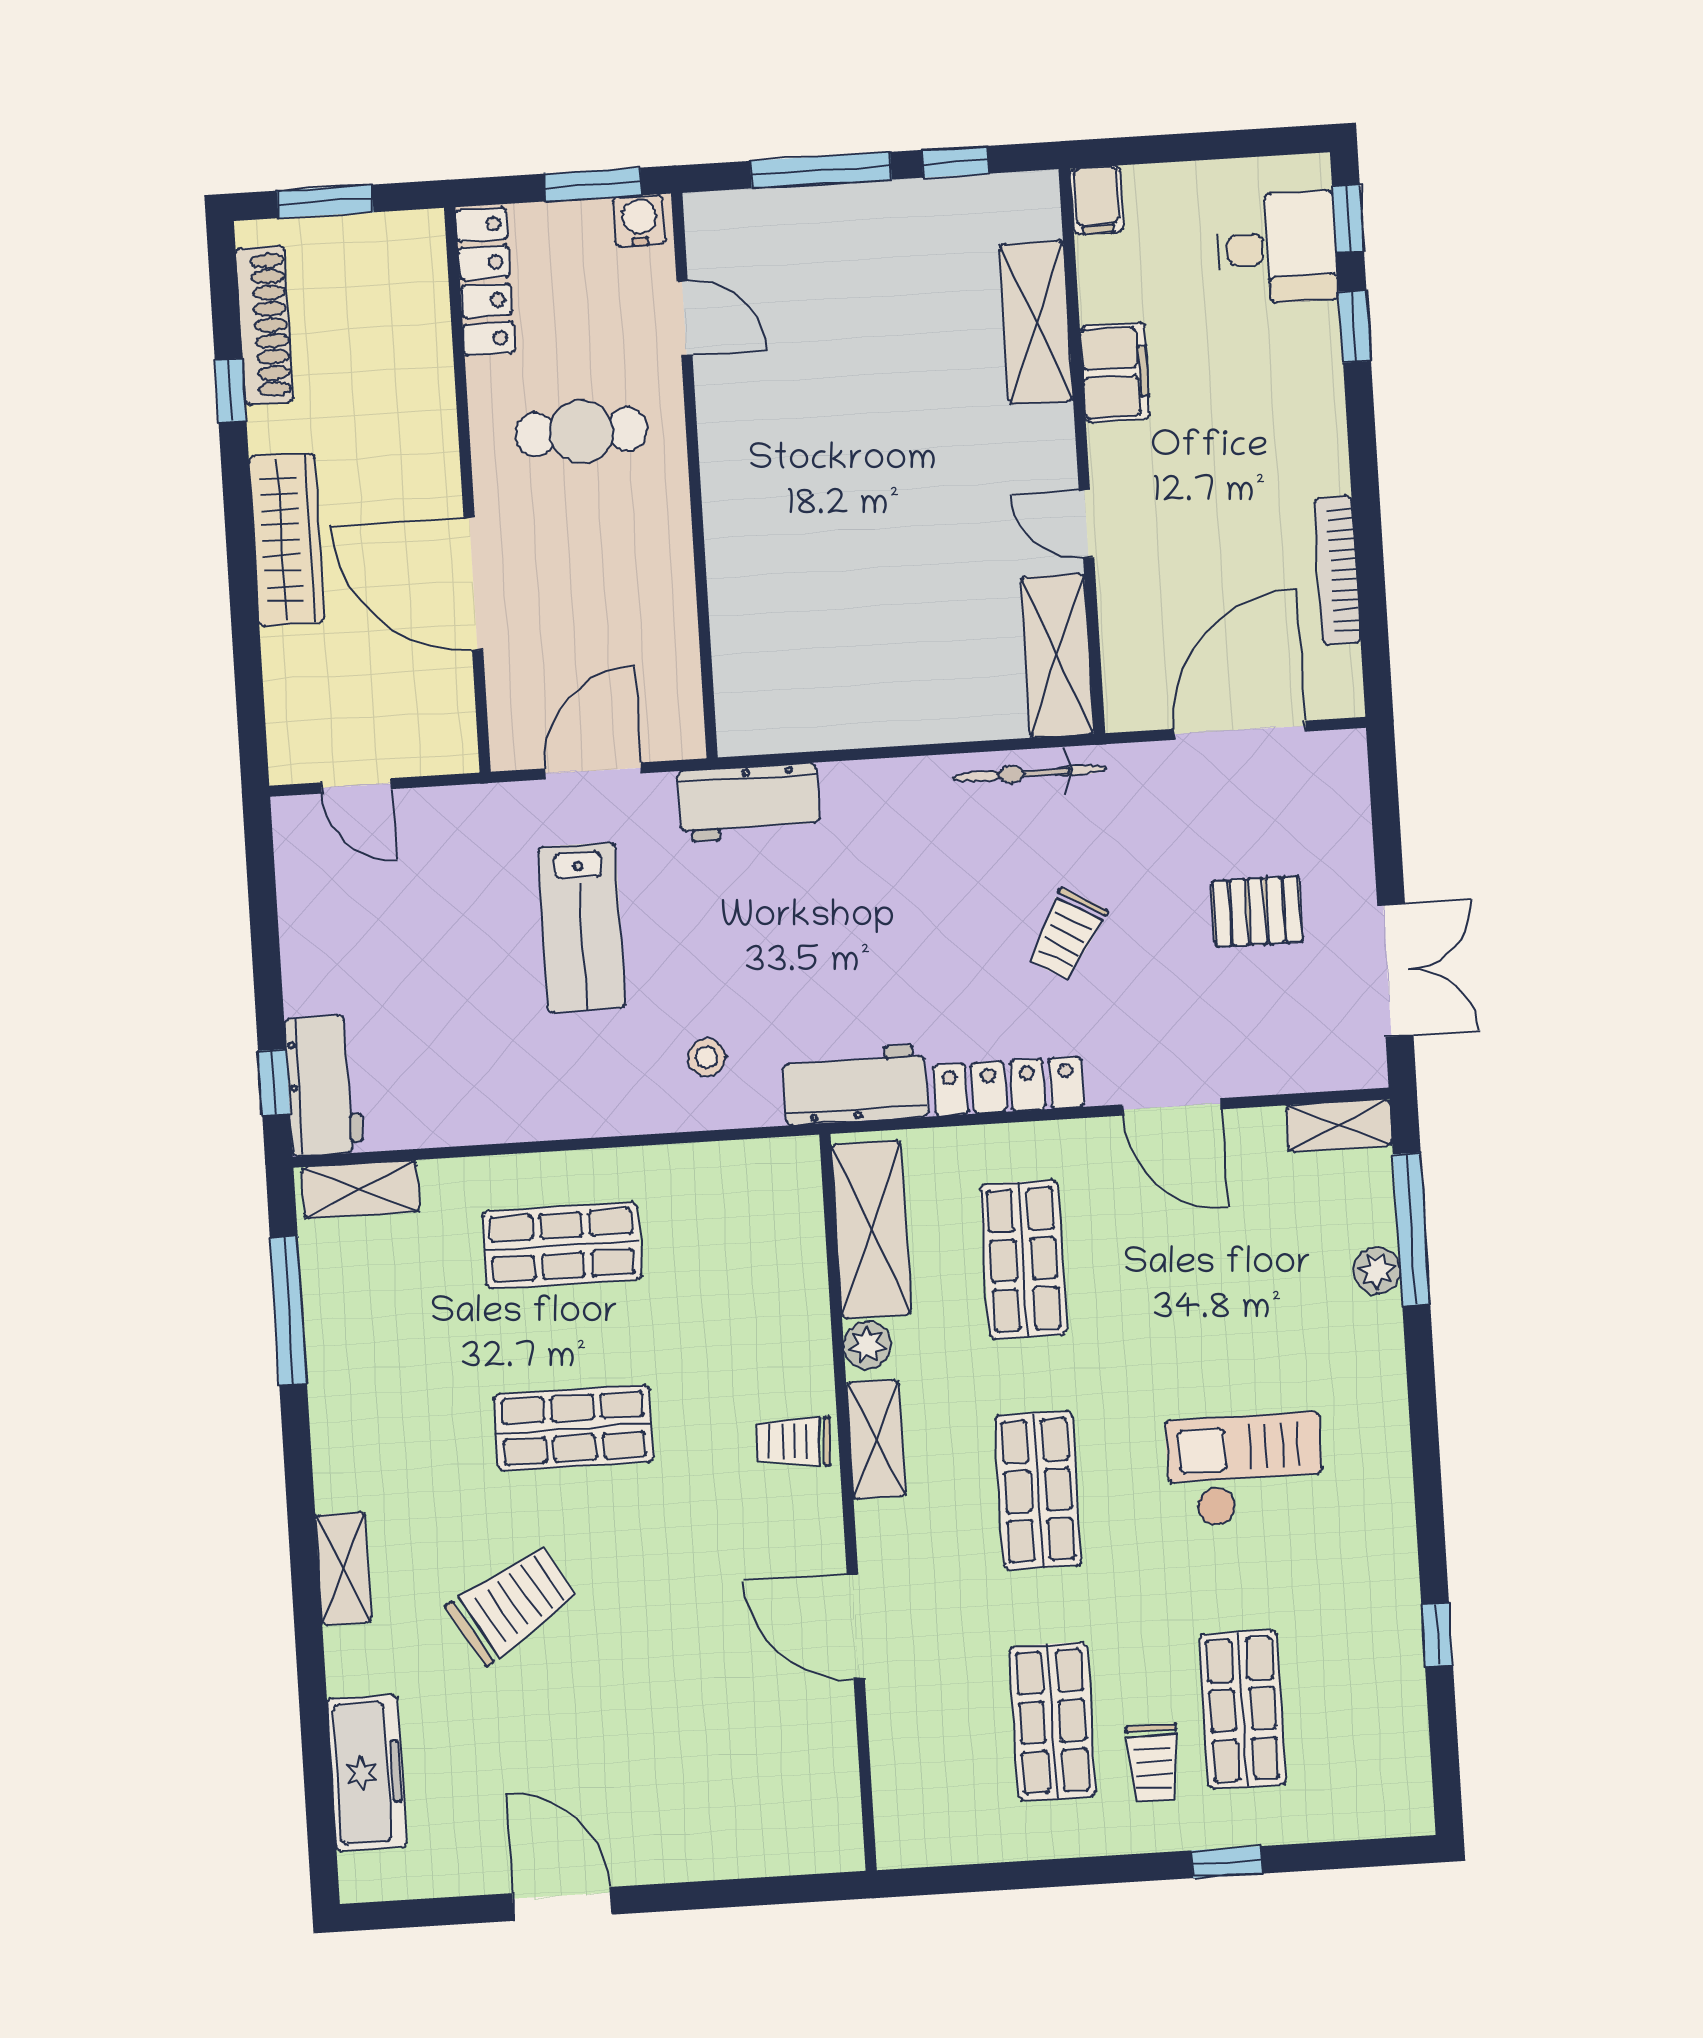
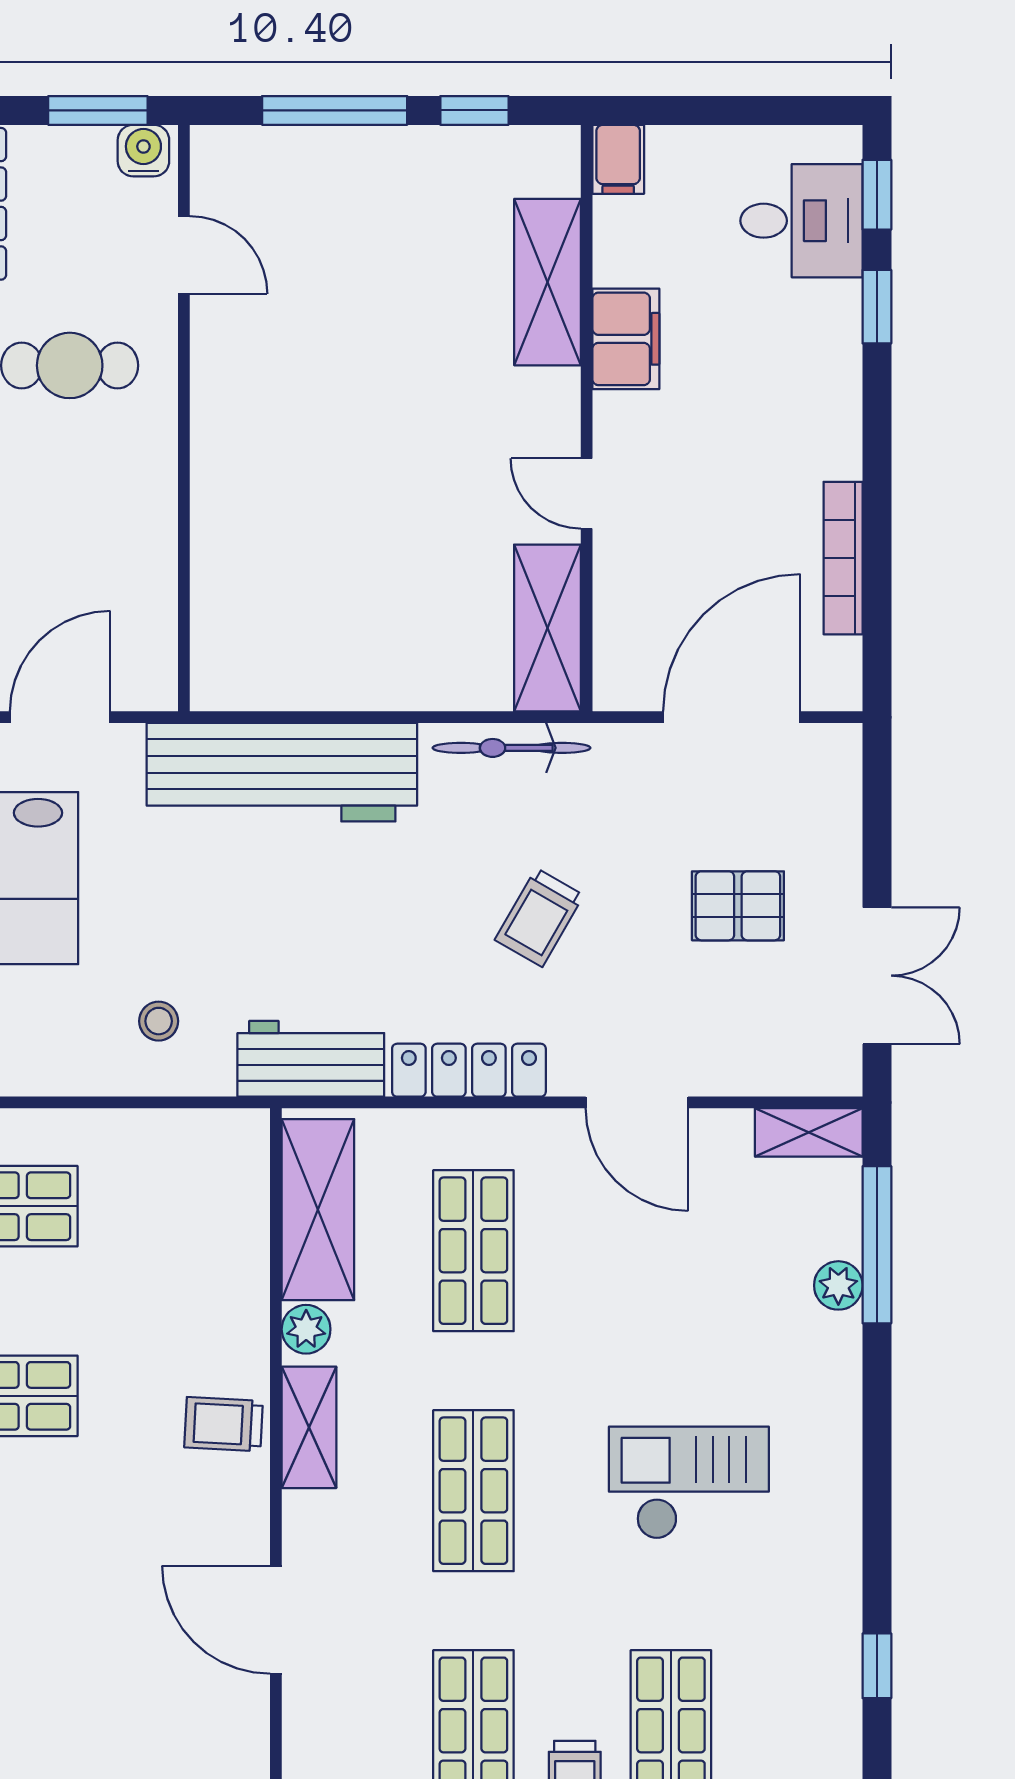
workbench: (749, 803) -> (282, 772), width x1.88, depth x1.32

